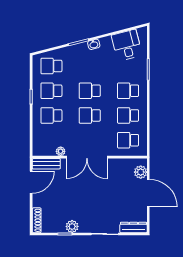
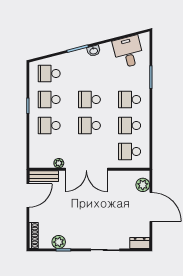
plant: (72, 226) -> (59, 242), moved
dresser: (133, 228) -> (140, 243), width x0.70

